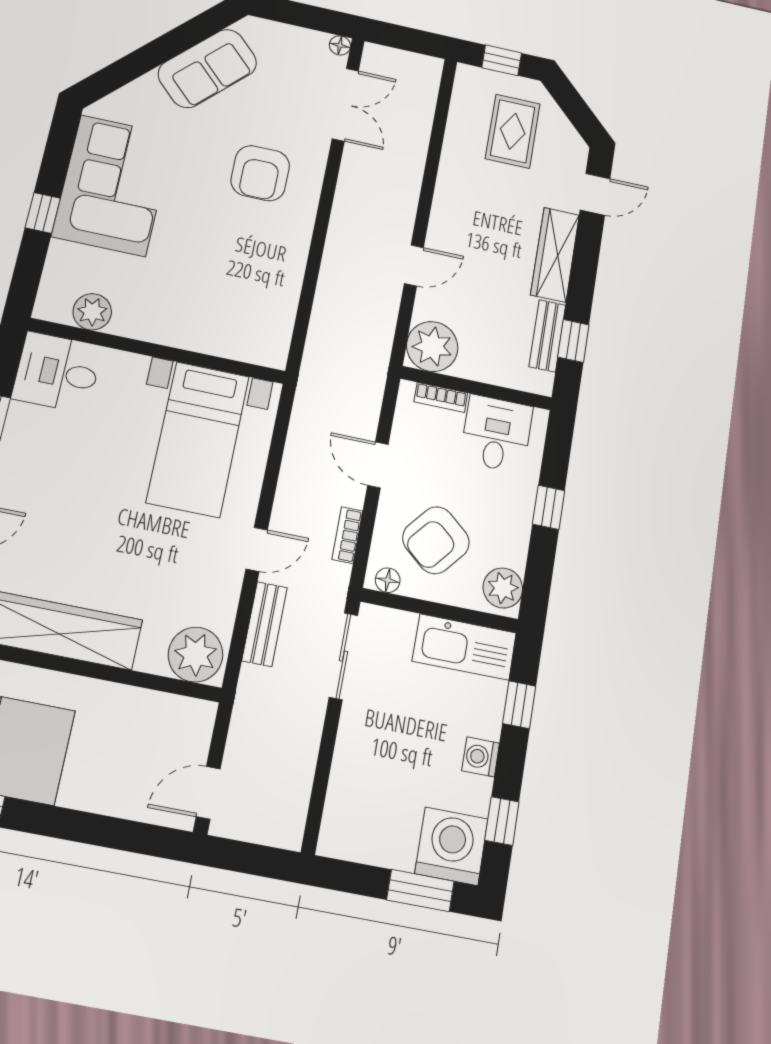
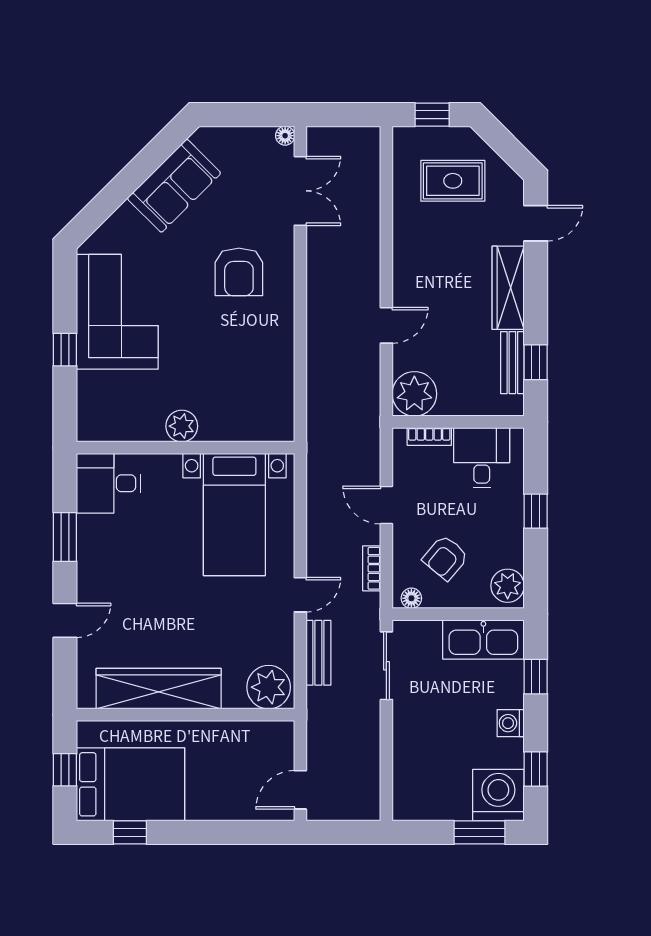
rug: (513, 131) -> (453, 181), turned 90
plant: (92, 312) -> (182, 426), moved
armchair: (436, 540) -> (445, 558), width x0.72, depth x0.72

